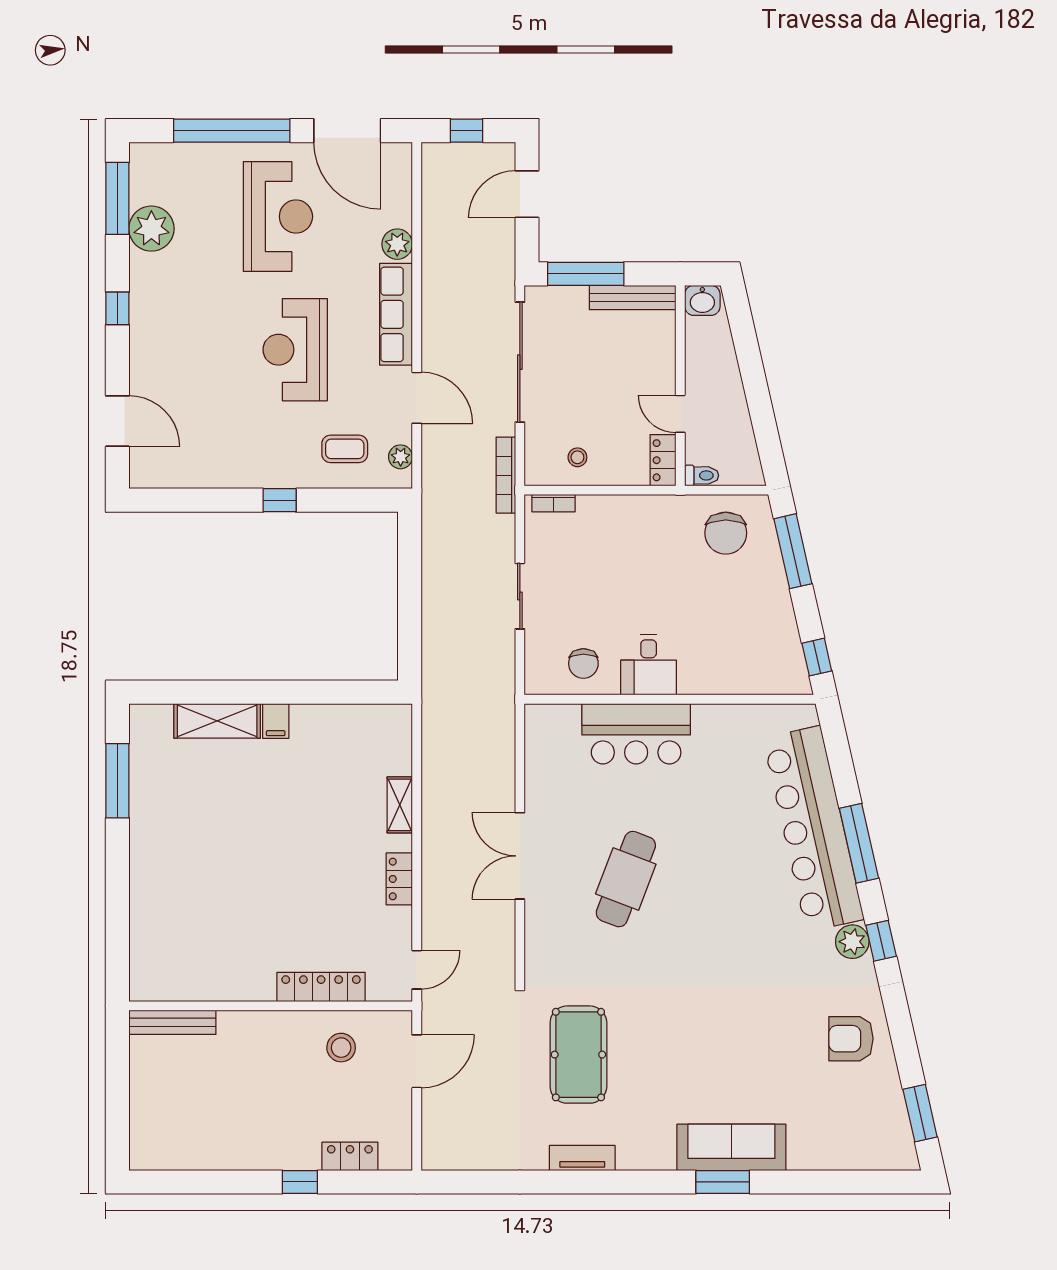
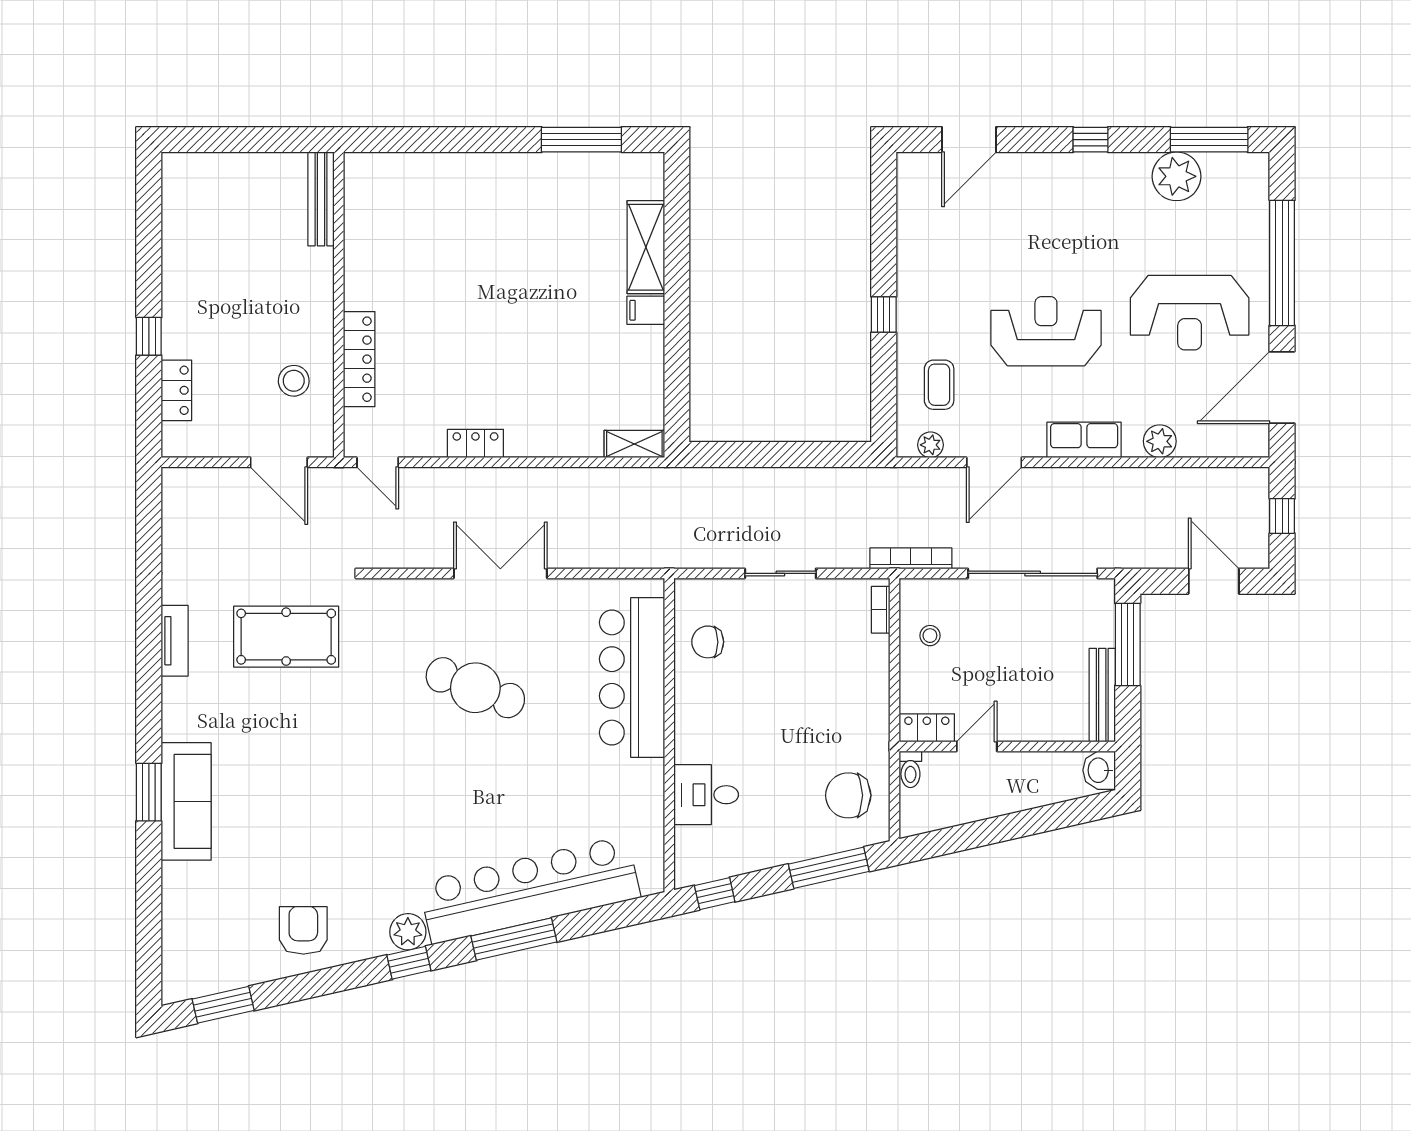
row of seats: (396, 314) -> (1084, 440), width x0.68
desk: (649, 665) -> (706, 795), moved
bar counter: (636, 734) -> (632, 677), width x1.36
shelving: (400, 805) -> (634, 444), moved

